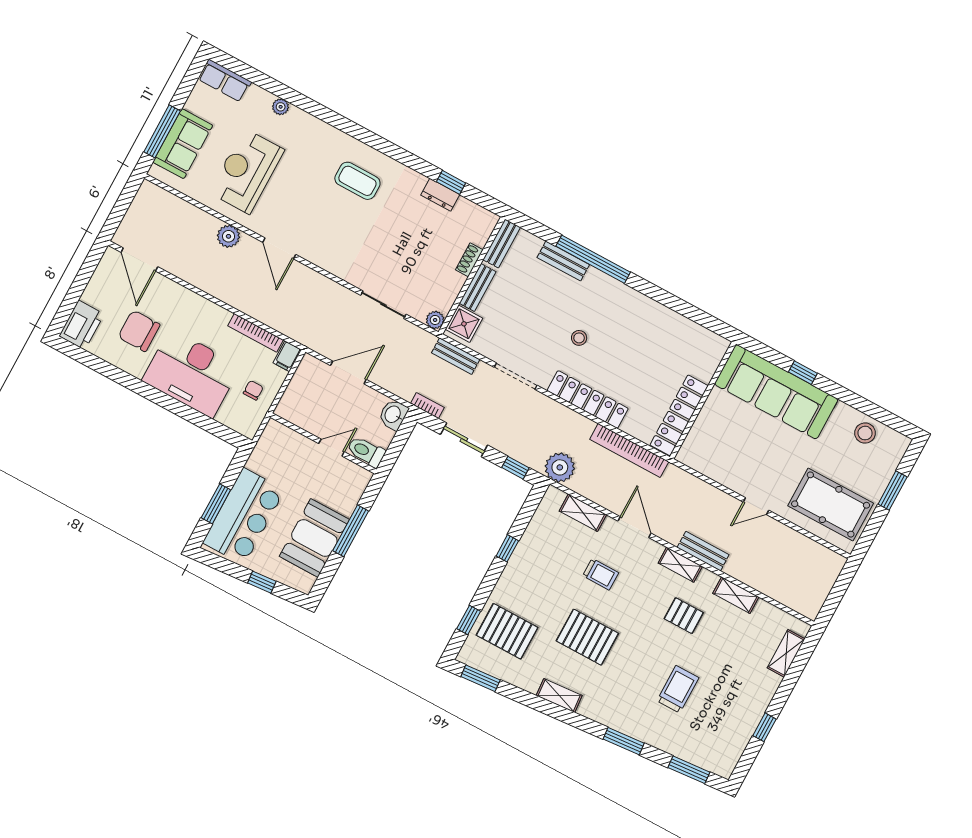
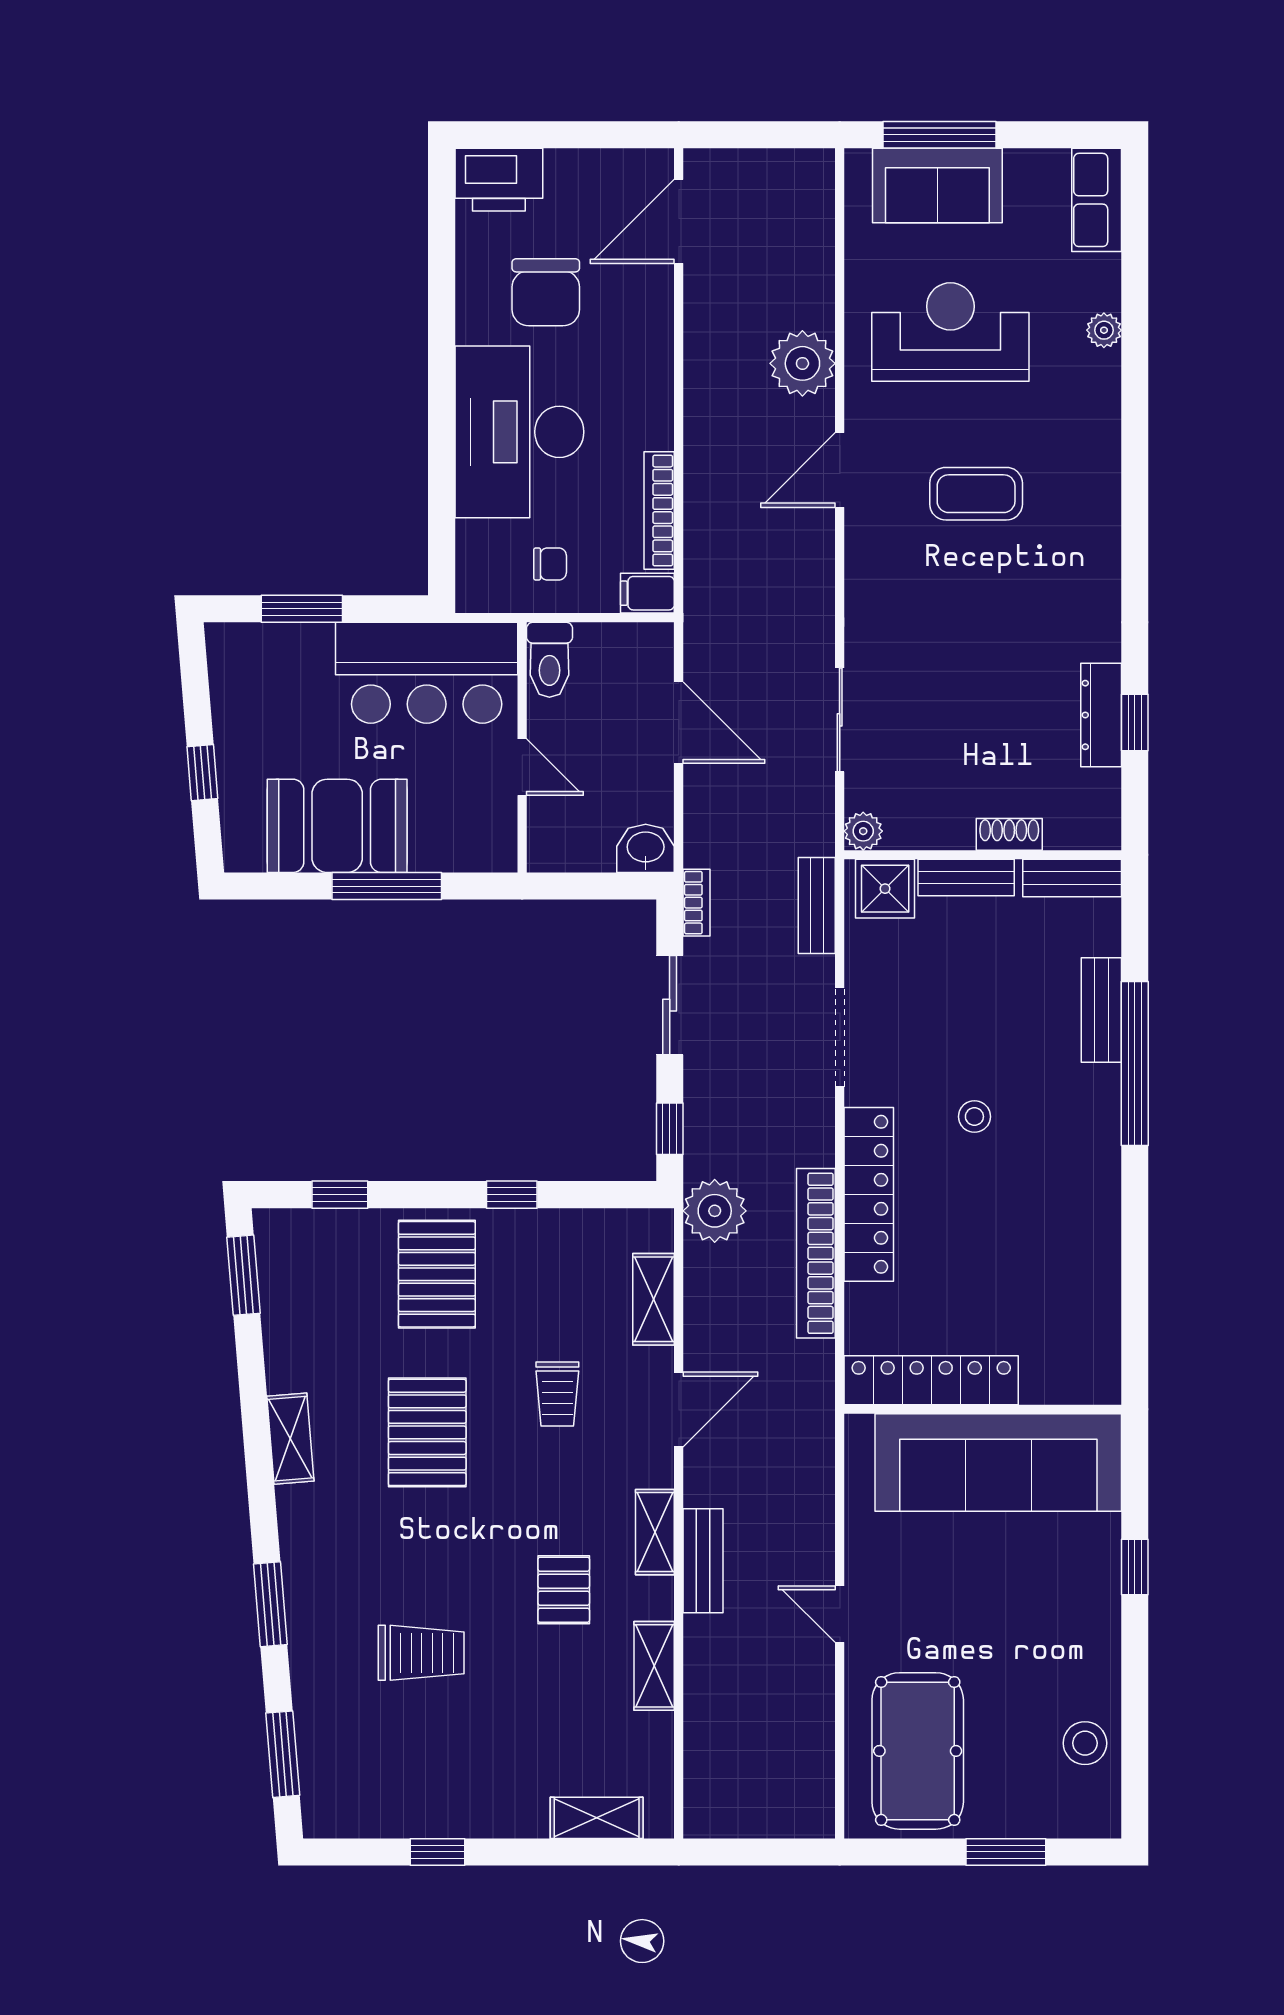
coffee table: (357, 181) -> (976, 494), moved, turned 90
dresser: (440, 195) -> (1101, 715), width x1.44
plant: (228, 236) -> (802, 363), width x1.36, depth x1.36
chair: (139, 331) -> (546, 292), turned 180
sofa: (776, 392) -> (998, 1463), moved, turned -90
bookcase: (629, 450) -> (816, 1253), moved
toilet: (366, 452) -> (549, 660), moved, turned 180
bar counter: (244, 516) -> (427, 673), moved
pallet: (507, 631) -> (437, 1274), moved

